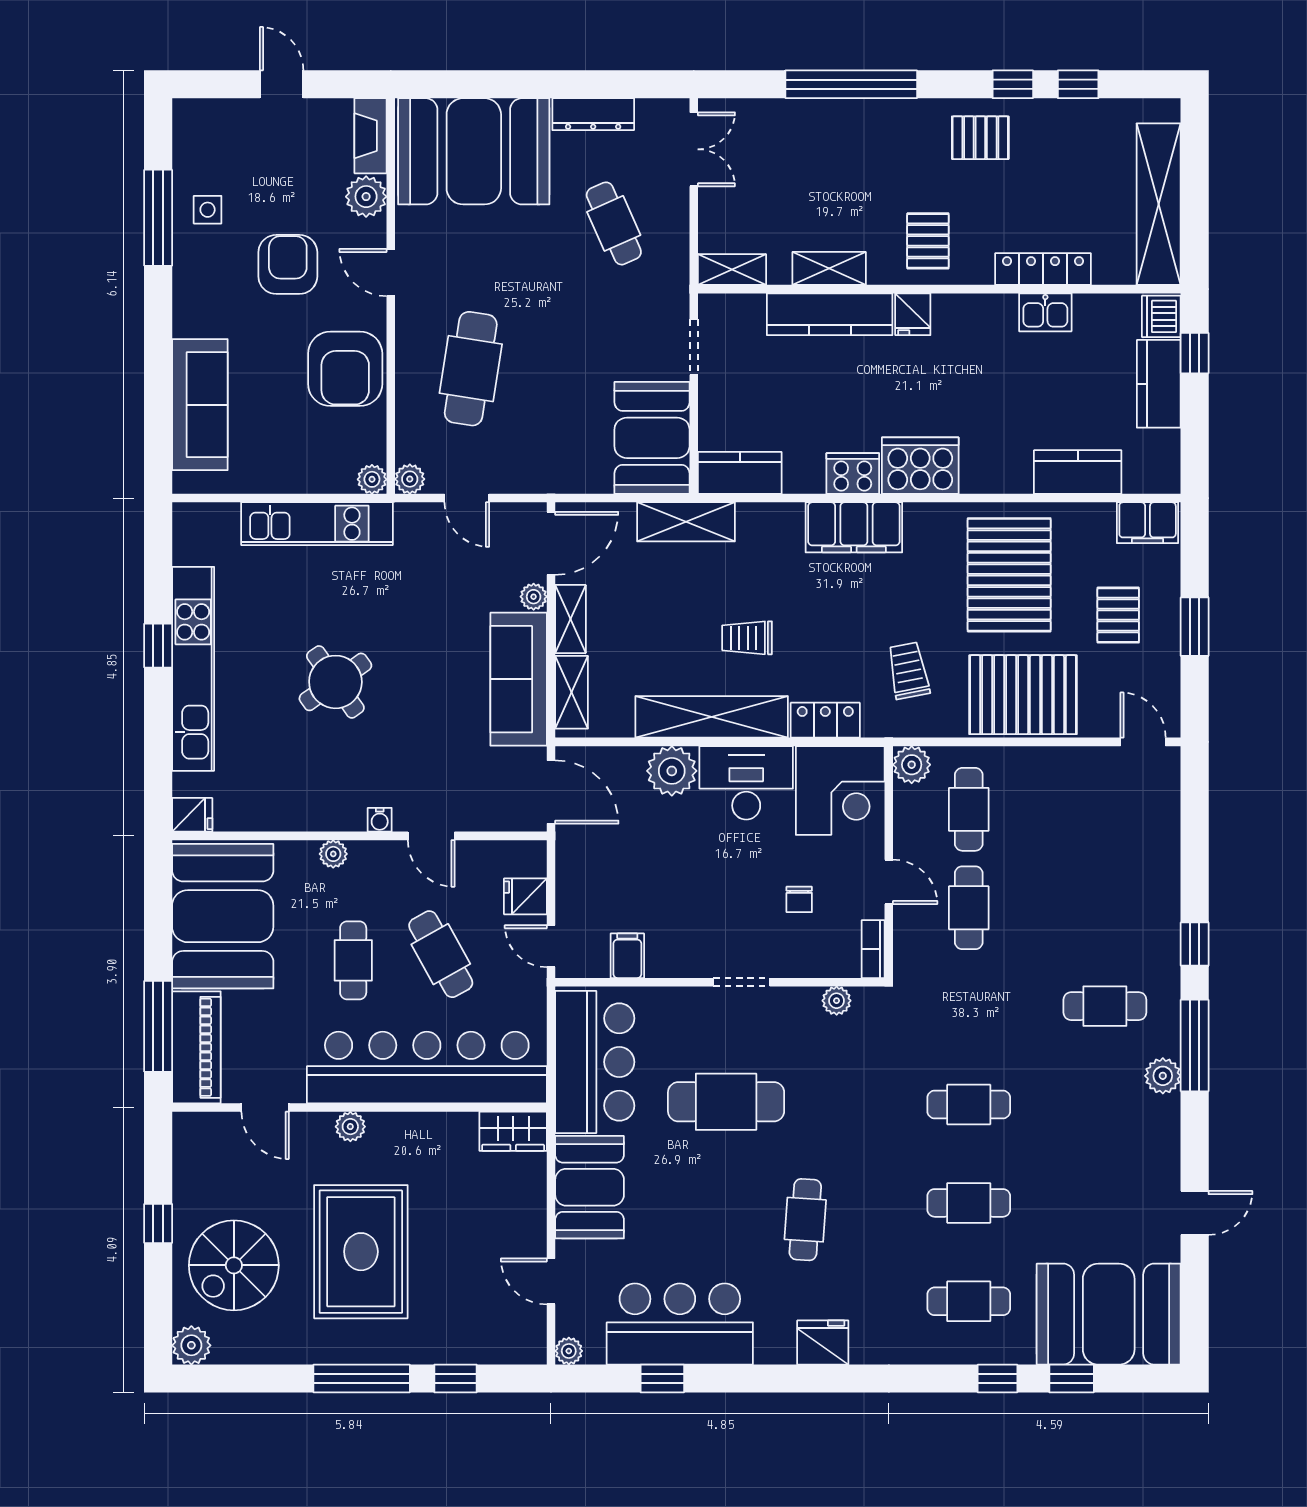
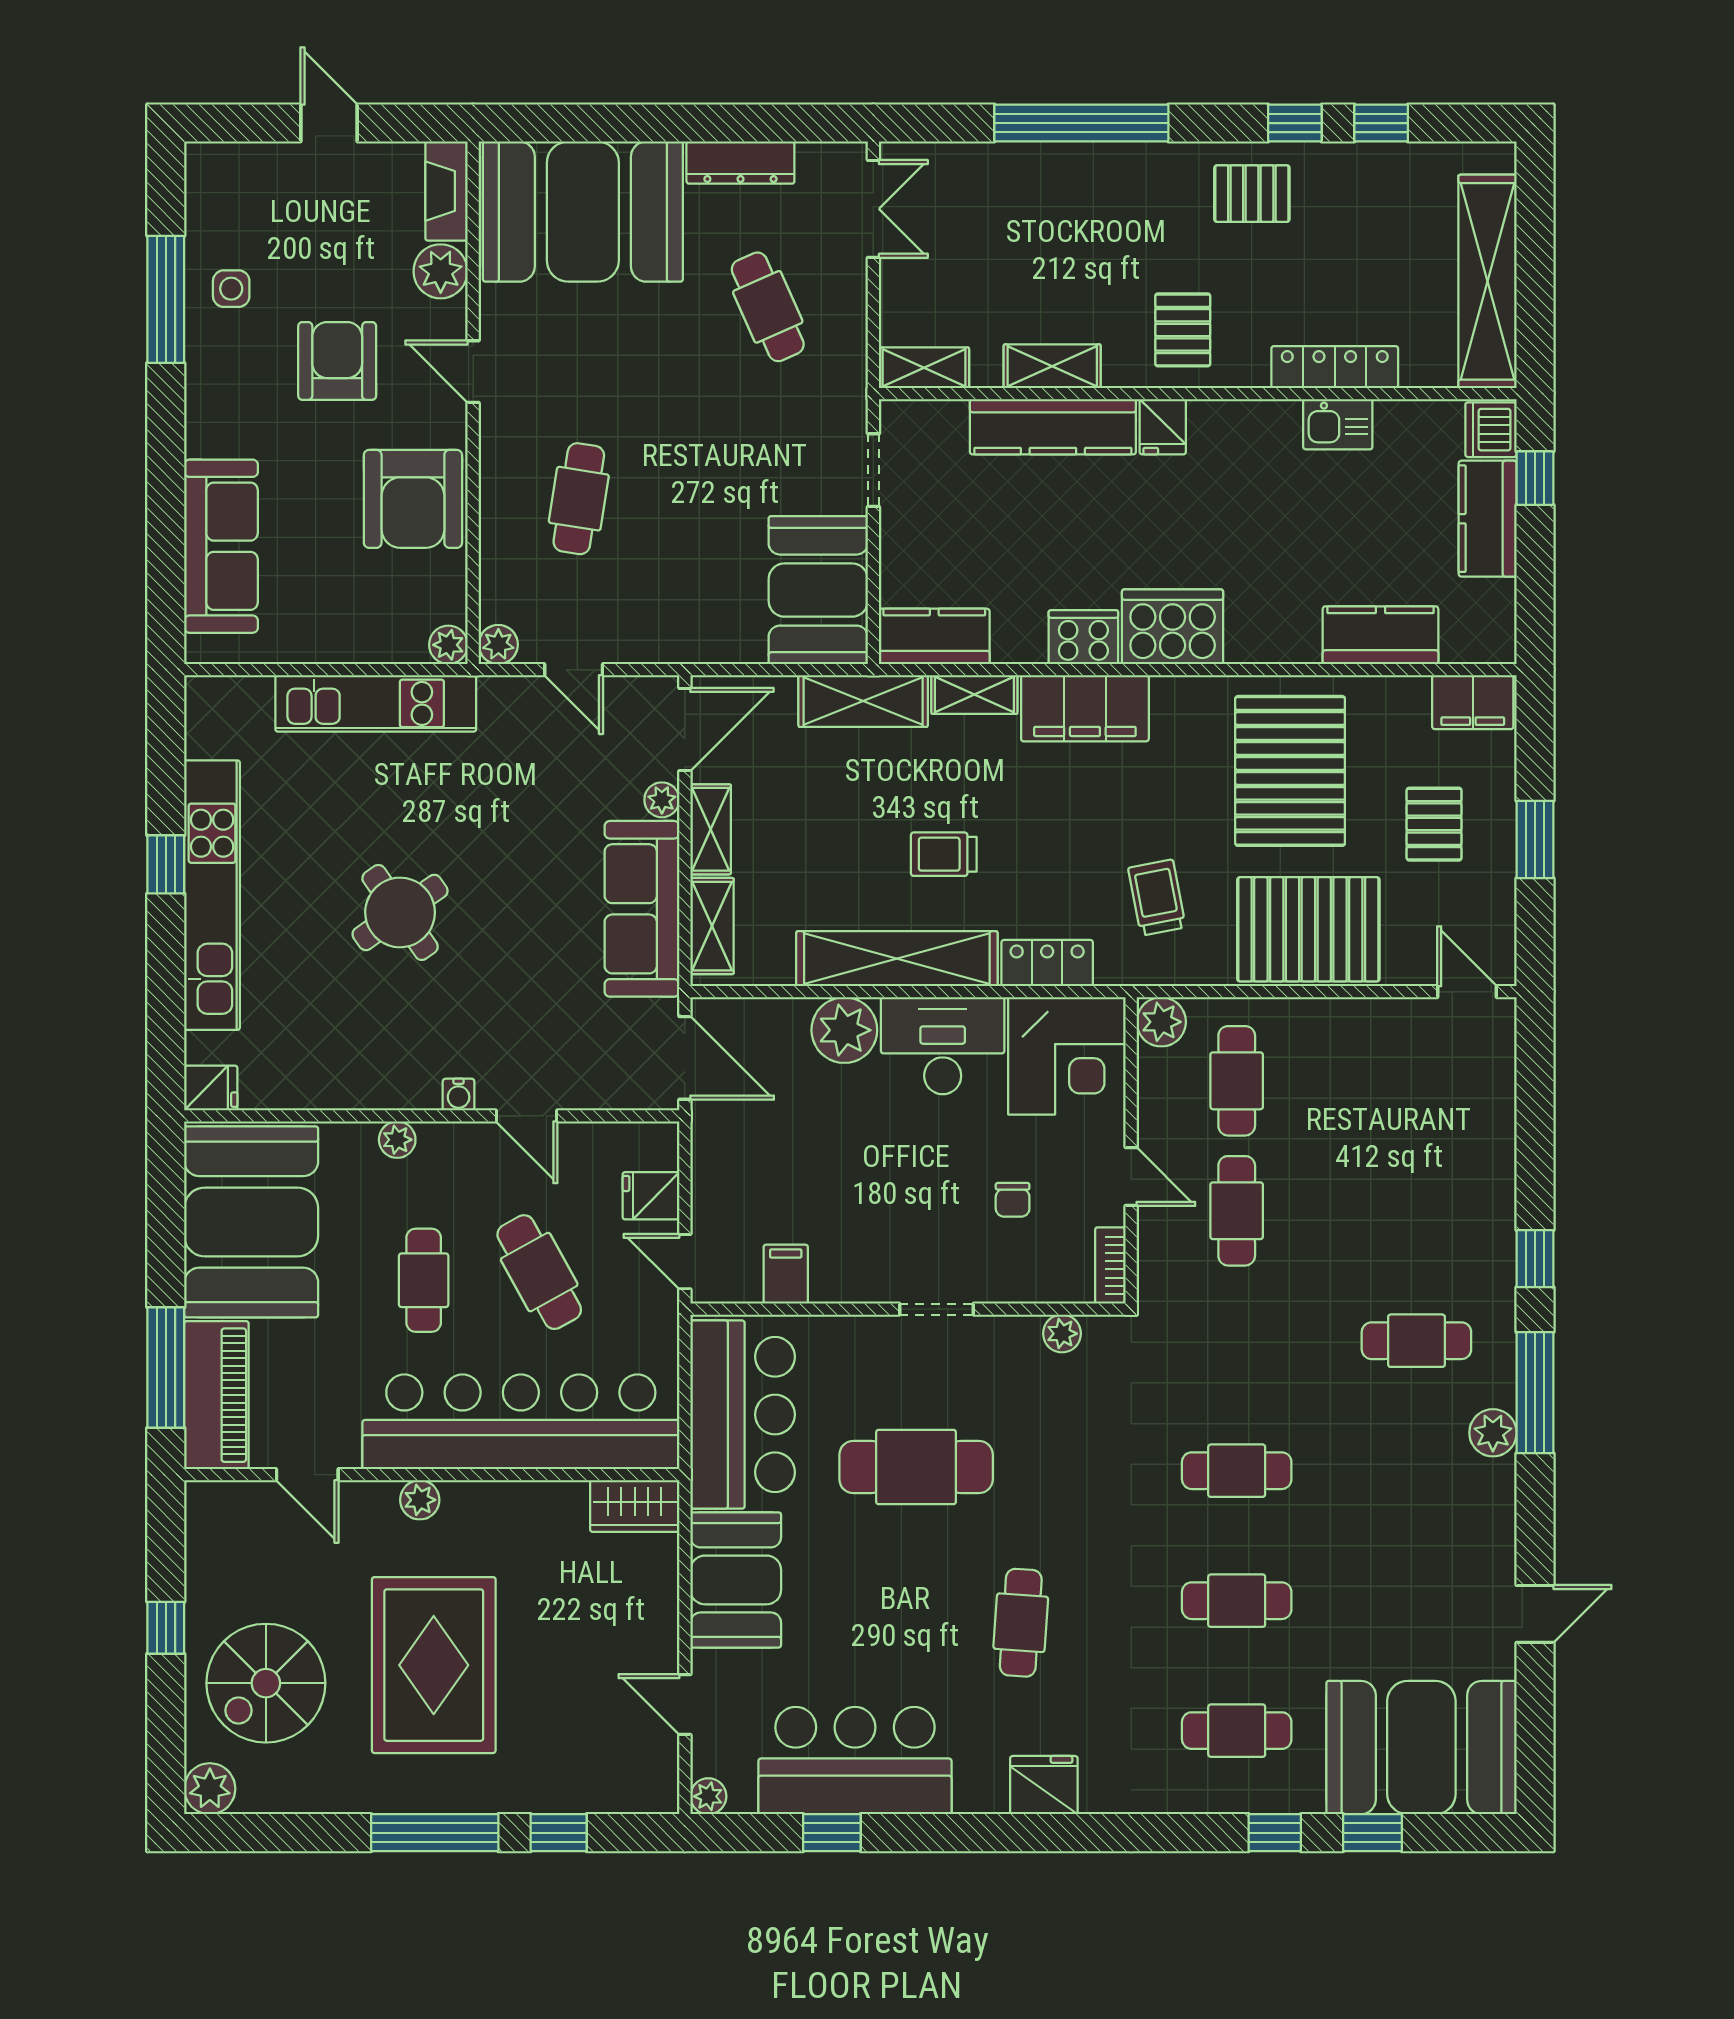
cafe table: (471, 369) -> (579, 499), width x0.73, depth x0.74
shelving: (770, 517) -> (974, 694), added

